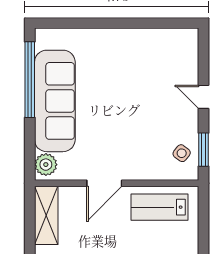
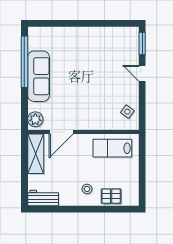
sofa: (55, 101) -> (39, 76), width x0.74, depth x0.79
window: (203, 150) -> (142, 43), moved
door: (104, 183) -> (61, 132), moved

